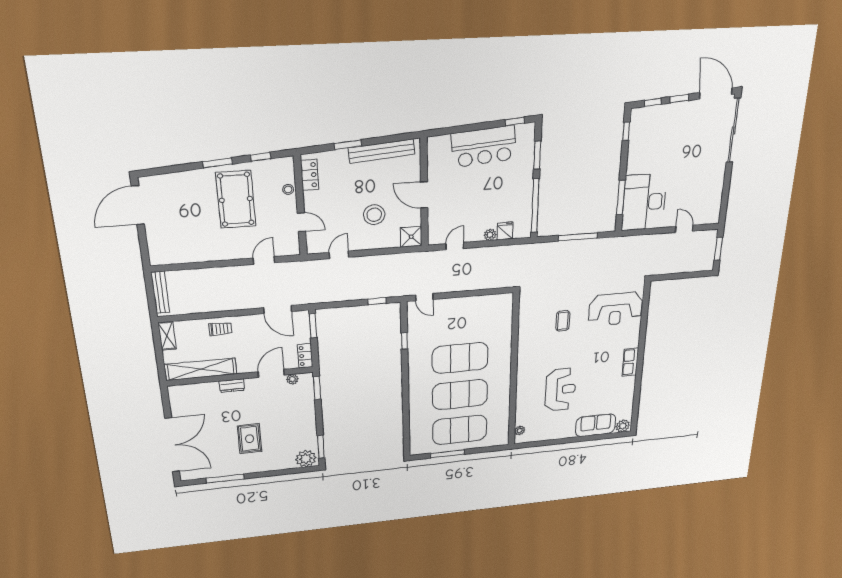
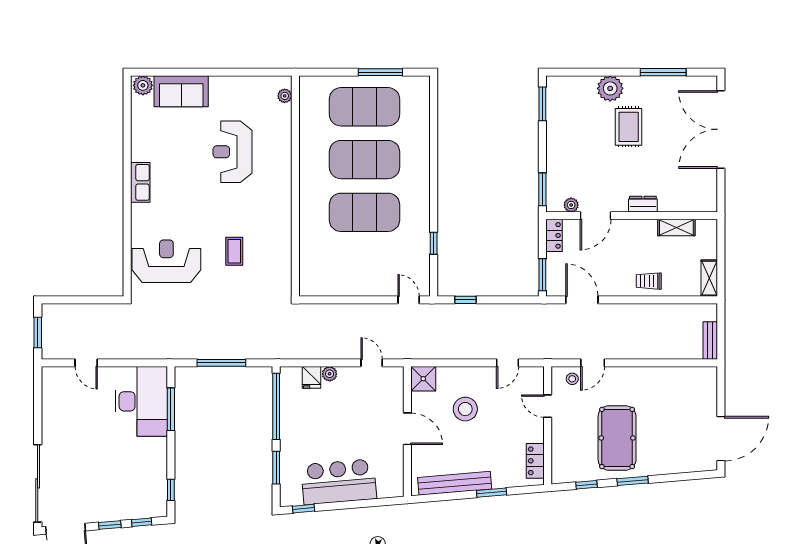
stool: (288, 189) -> (572, 379), moved
door: (455, 246) -> (372, 363), swing flipped
bench: (160, 292) -> (710, 340), width x0.73
shelving: (201, 369) -> (676, 228), width x0.45, depth x0.75
plant: (306, 459) -> (610, 88), moved

